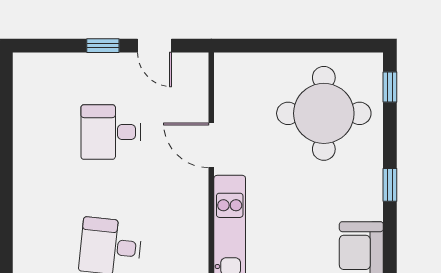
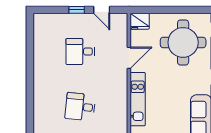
fridge: (234, 69) -> (140, 21), added
door: (211, 145) -> (129, 58), swing flipped

